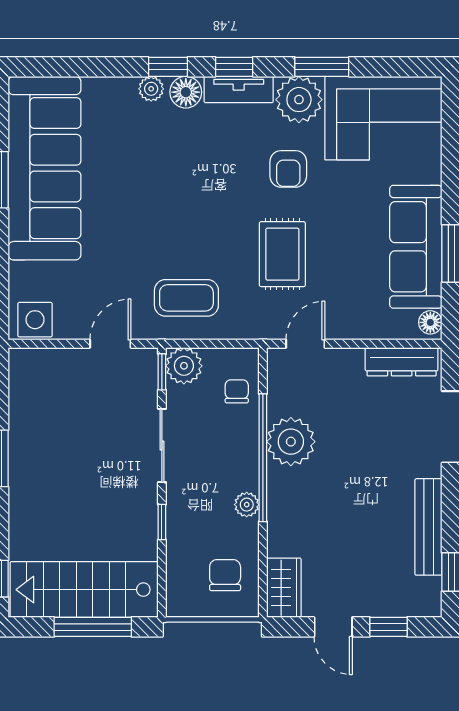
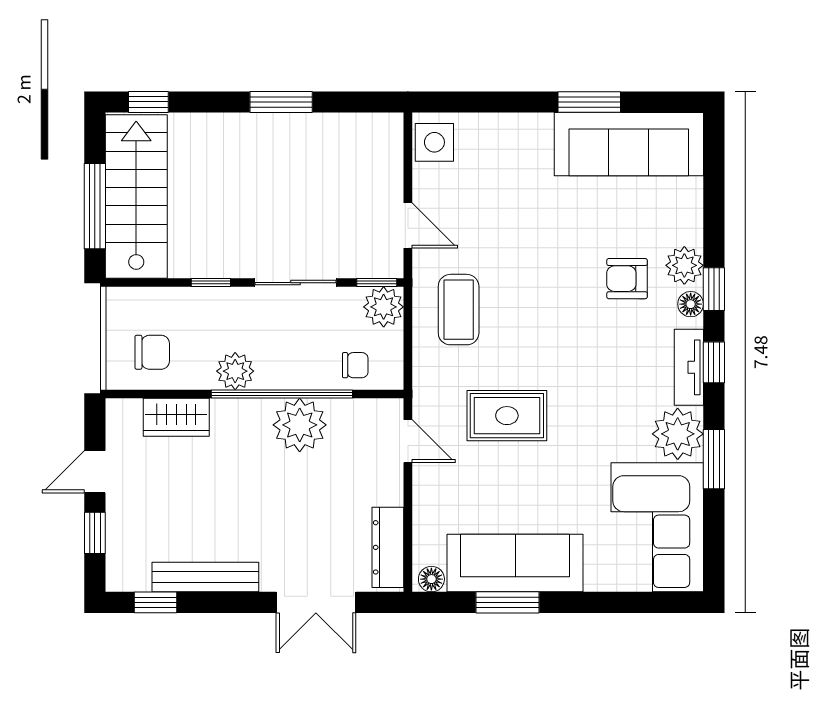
plant: (151, 89) -> (684, 265), width x1.38, depth x1.38
floor lamp: (186, 92) -> (691, 304), width x0.73, depth x0.73
sofa: (44, 168) -> (629, 144), width x0.74, depth x0.79
armchair: (288, 169) -> (627, 279), moved
plant: (247, 505) -> (235, 371), width x1.38, depth x1.38
wardrobe: (284, 588) -> (176, 417), moved

